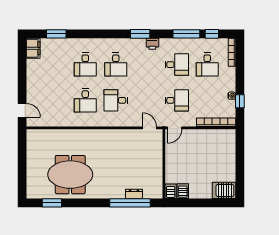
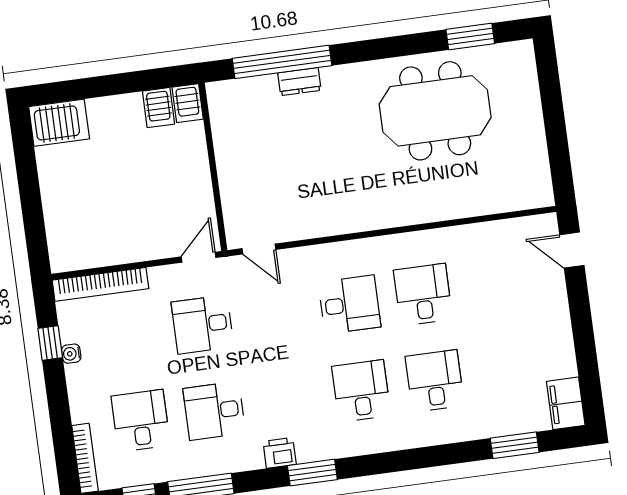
dresser: (134, 194) -> (299, 82), moved

